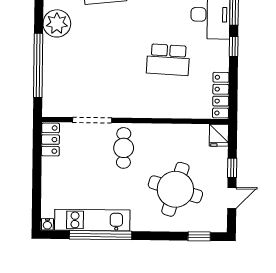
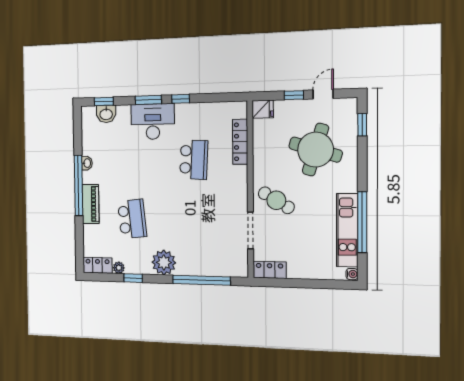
locker: (221, 95) -> (240, 142), moved, turned 90
cafe table: (124, 148) -> (276, 200), turned 31
door: (232, 198) -> (323, 94), hinge flipped

